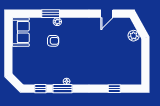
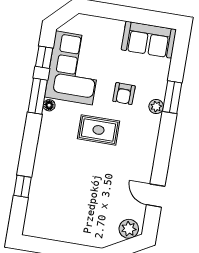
plant: (134, 36) -> (129, 229), moved
rug: (76, 52) -> (98, 130), added
corner sofa: (43, 71) -> (74, 68), added

